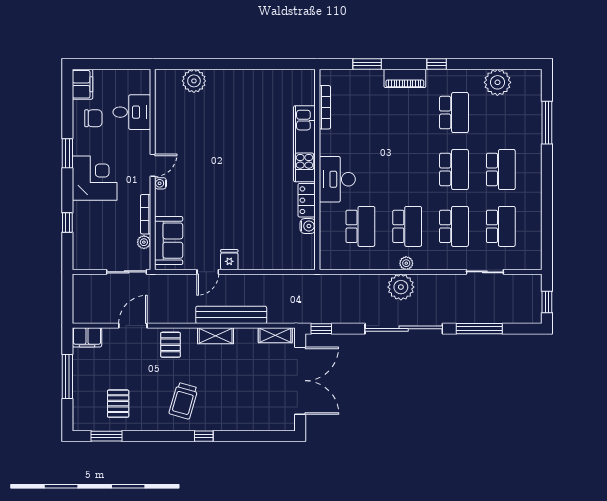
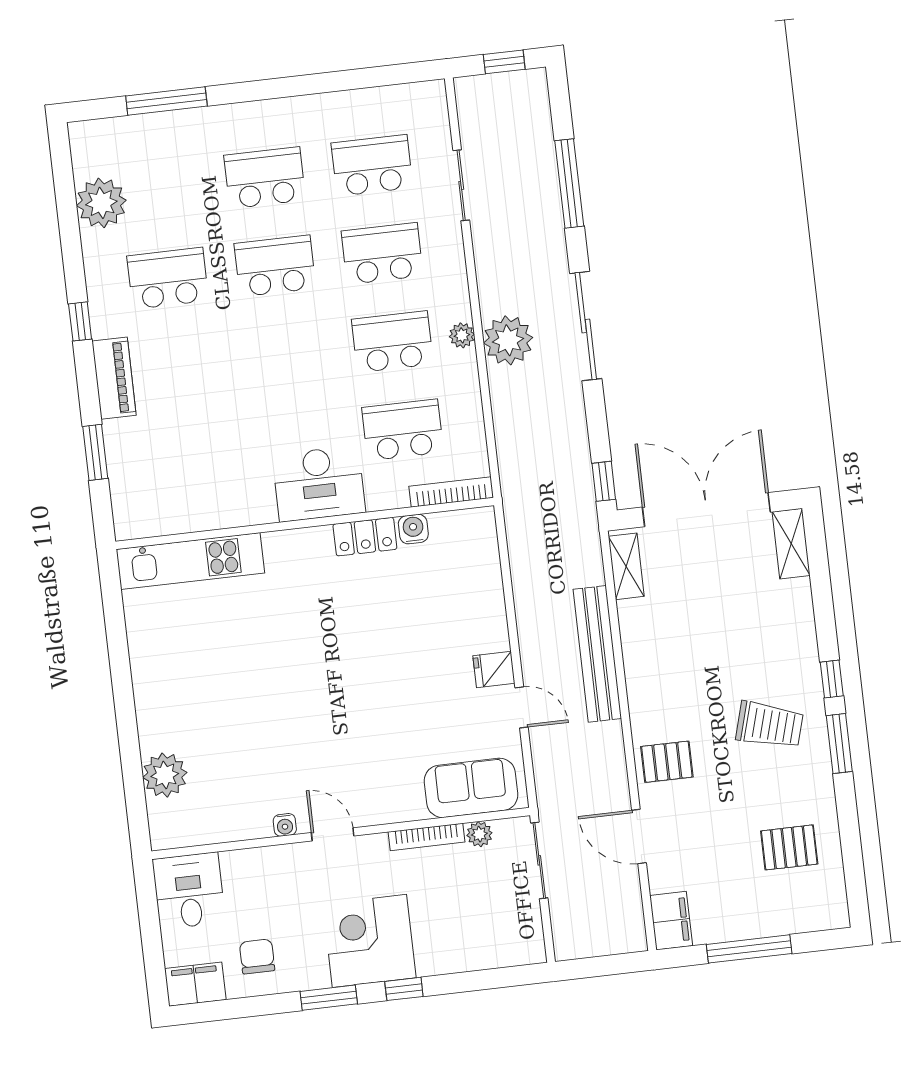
bookcase: (325, 107) -> (451, 492), moved
desk: (132, 112) -> (189, 891), moved
kitchen unit: (304, 144) -> (190, 561), moved
water cooler: (161, 183) -> (285, 825), moved
window: (67, 223) -> (404, 989), moved
sliding door: (404, 329) -> (586, 326), width x0.73
shelving: (216, 336) -> (791, 544), moved
window: (107, 436) -> (839, 744), moved

